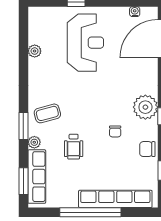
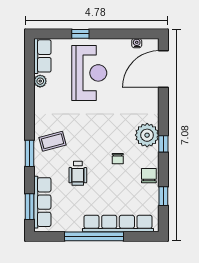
row of seats: (37, 25) -> (42, 56), added
plant: (34, 142) -> (40, 169), removed
chair: (147, 149) -> (149, 176), turned 90

